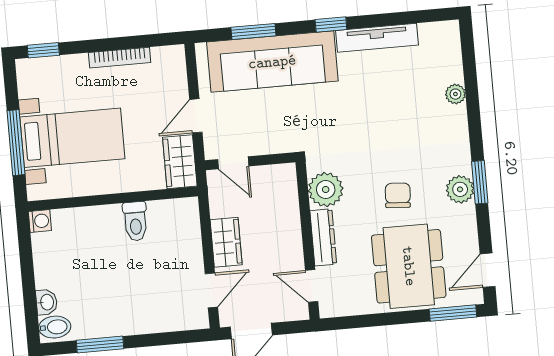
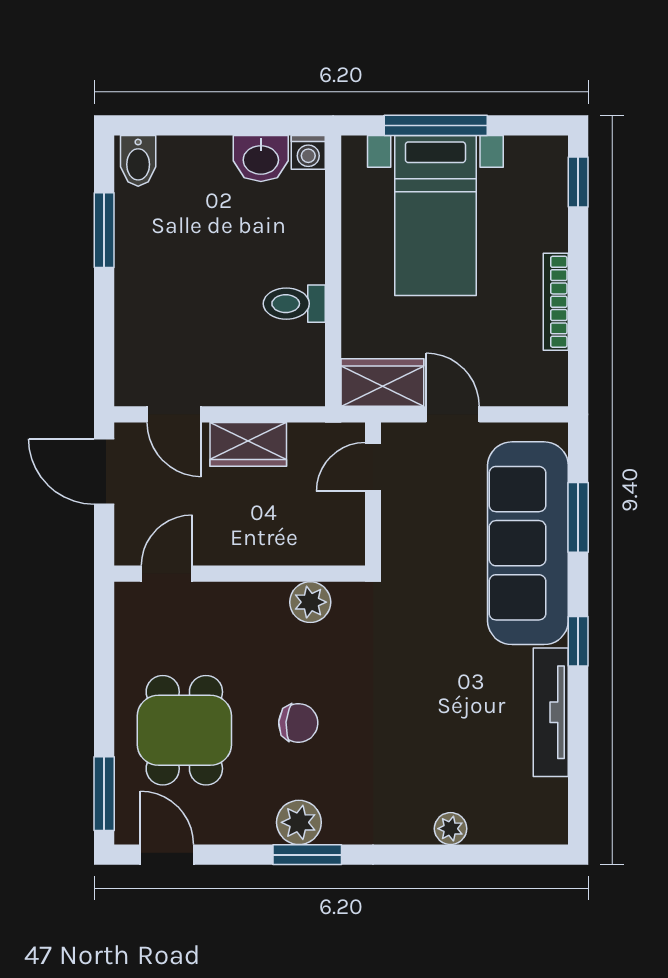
plant: (326, 190) -> (310, 602), width x0.73, depth x0.73
dresser: (323, 237) -> (242, 599), removed
dining table: (409, 266) -> (184, 730), width x0.73
washbasin: (47, 302) -> (261, 159), moved, width x1.38, depth x1.45

